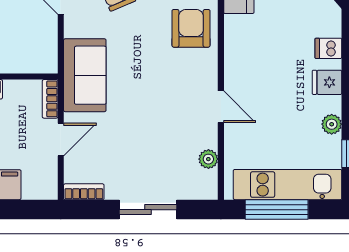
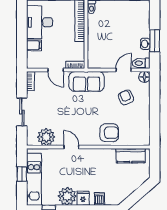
door: (221, 107) -> (71, 147), swing flipped
plant: (332, 124) -> (67, 196), width x1.88, depth x1.88
plant: (208, 159) -> (46, 137), width x1.87, depth x1.87
window: (277, 210) -> (22, 174), width x0.46

